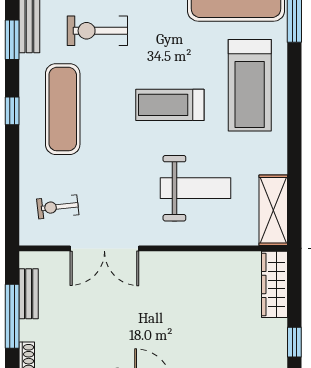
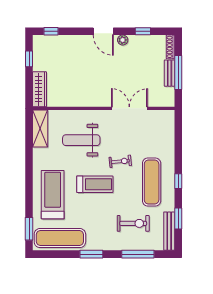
exercise bike: (58, 207) -> (120, 161), moved
bench: (29, 294) -> (170, 73), moved

